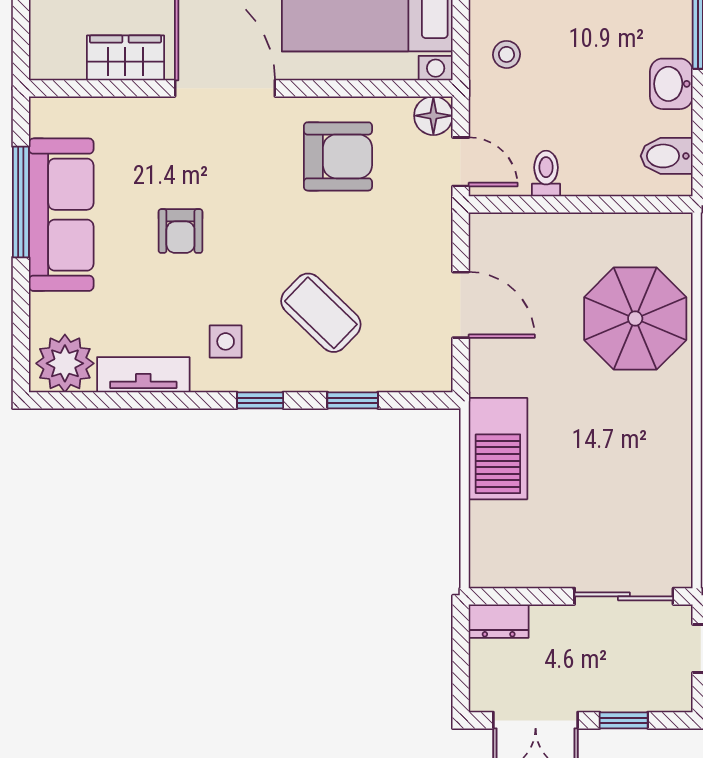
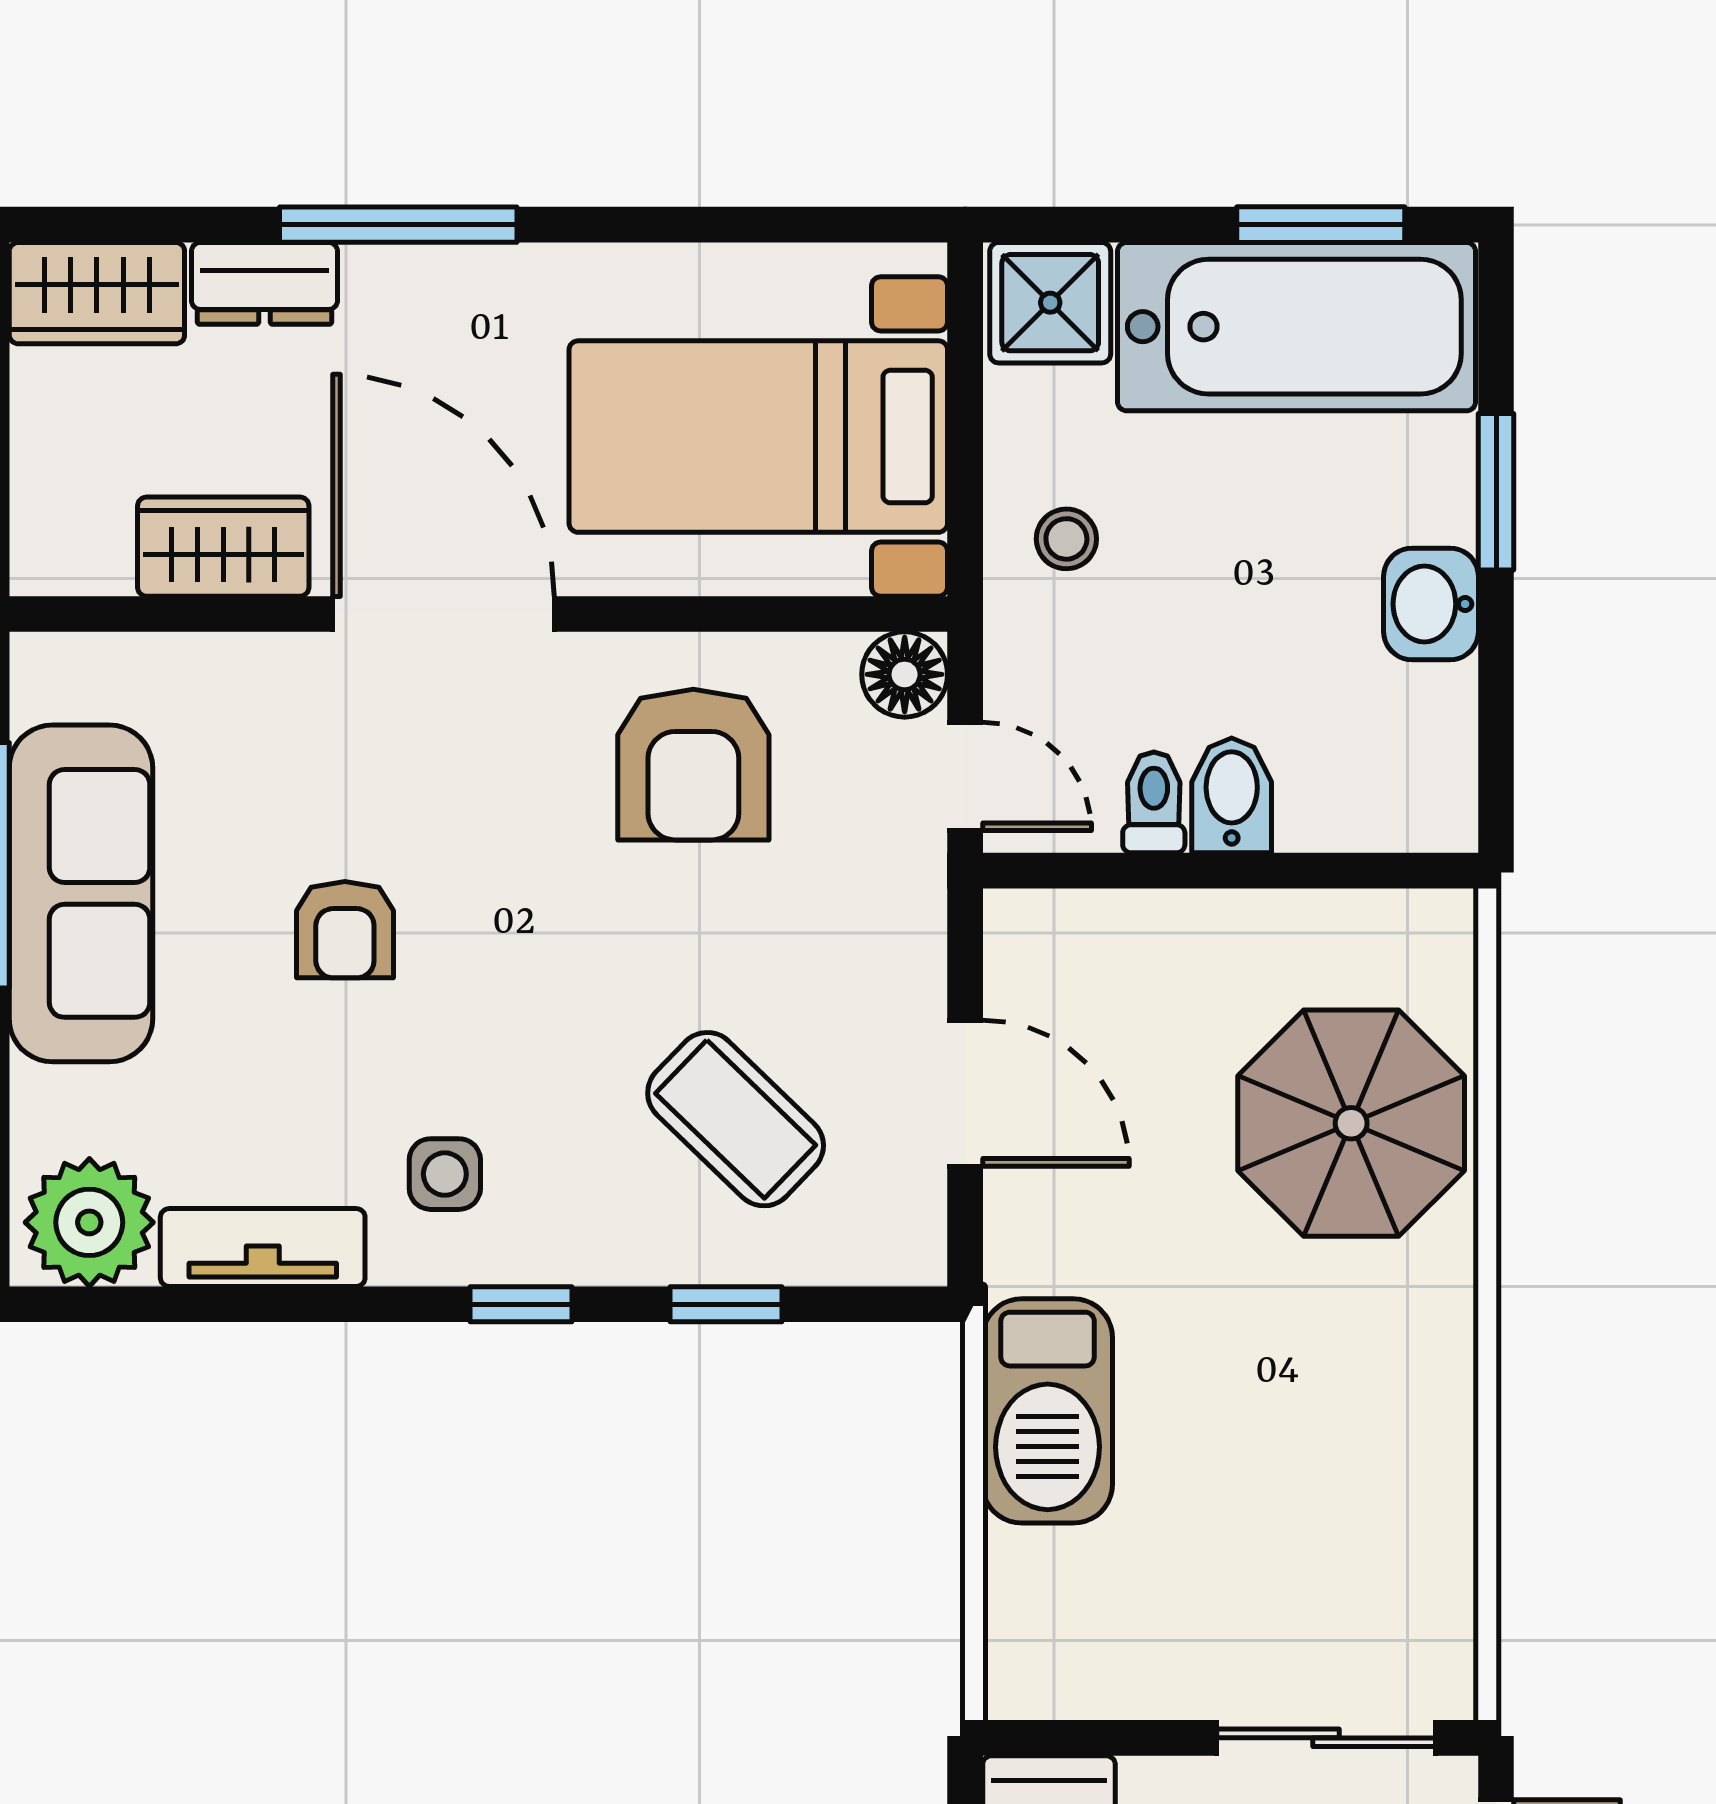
armchair: (338, 156) -> (693, 765), turned 90
bidet: (667, 156) -> (1232, 795), moved, turned 90
coffee table: (321, 313) -> (736, 1119), moved

